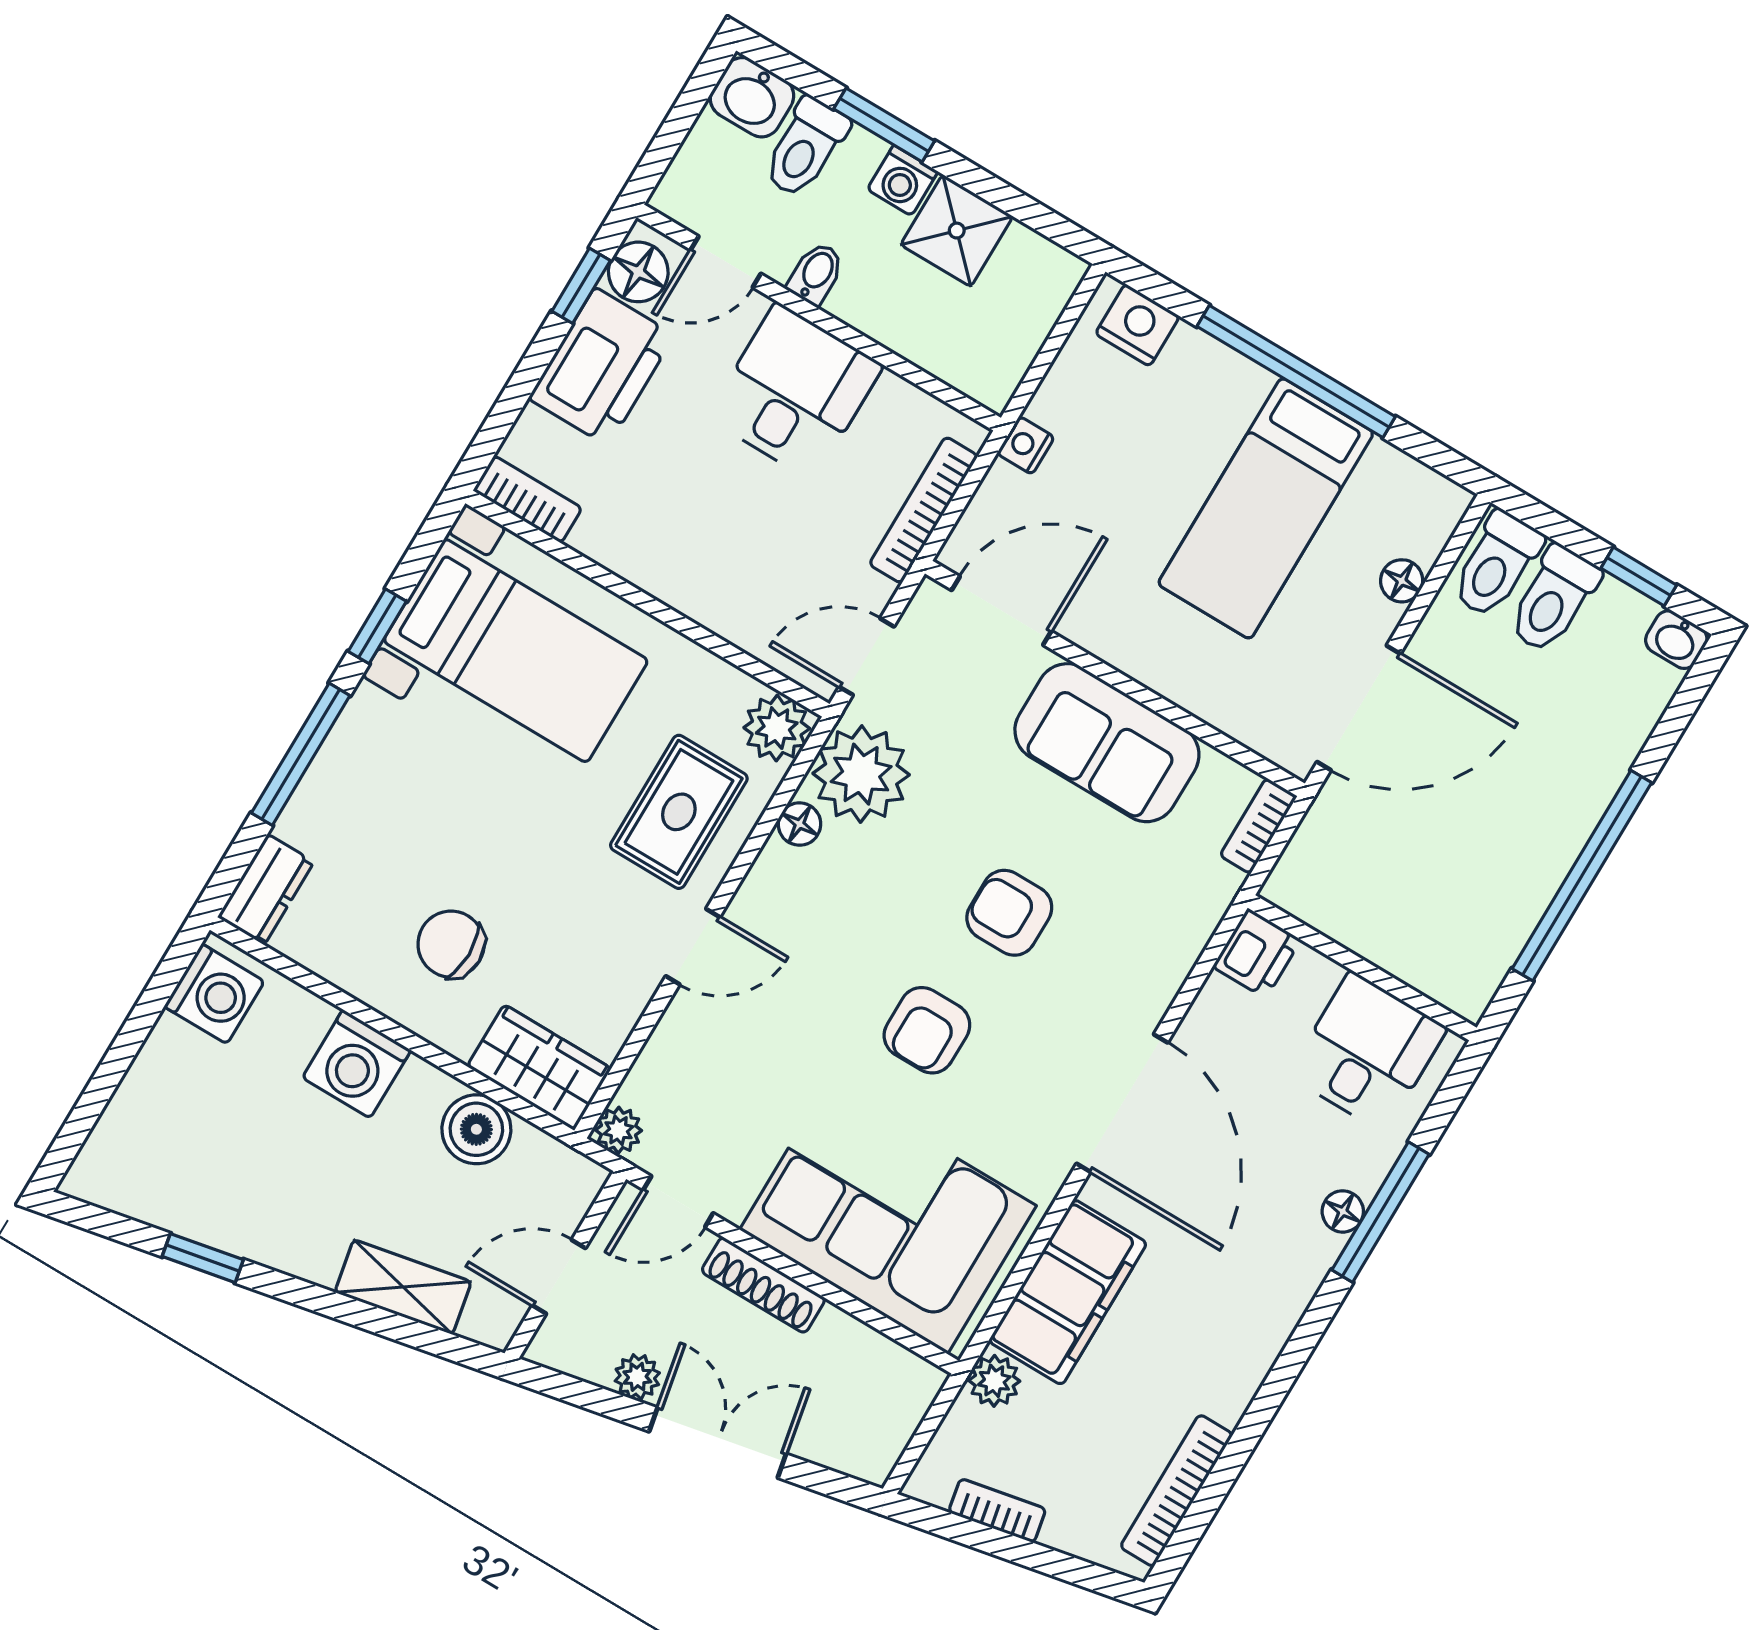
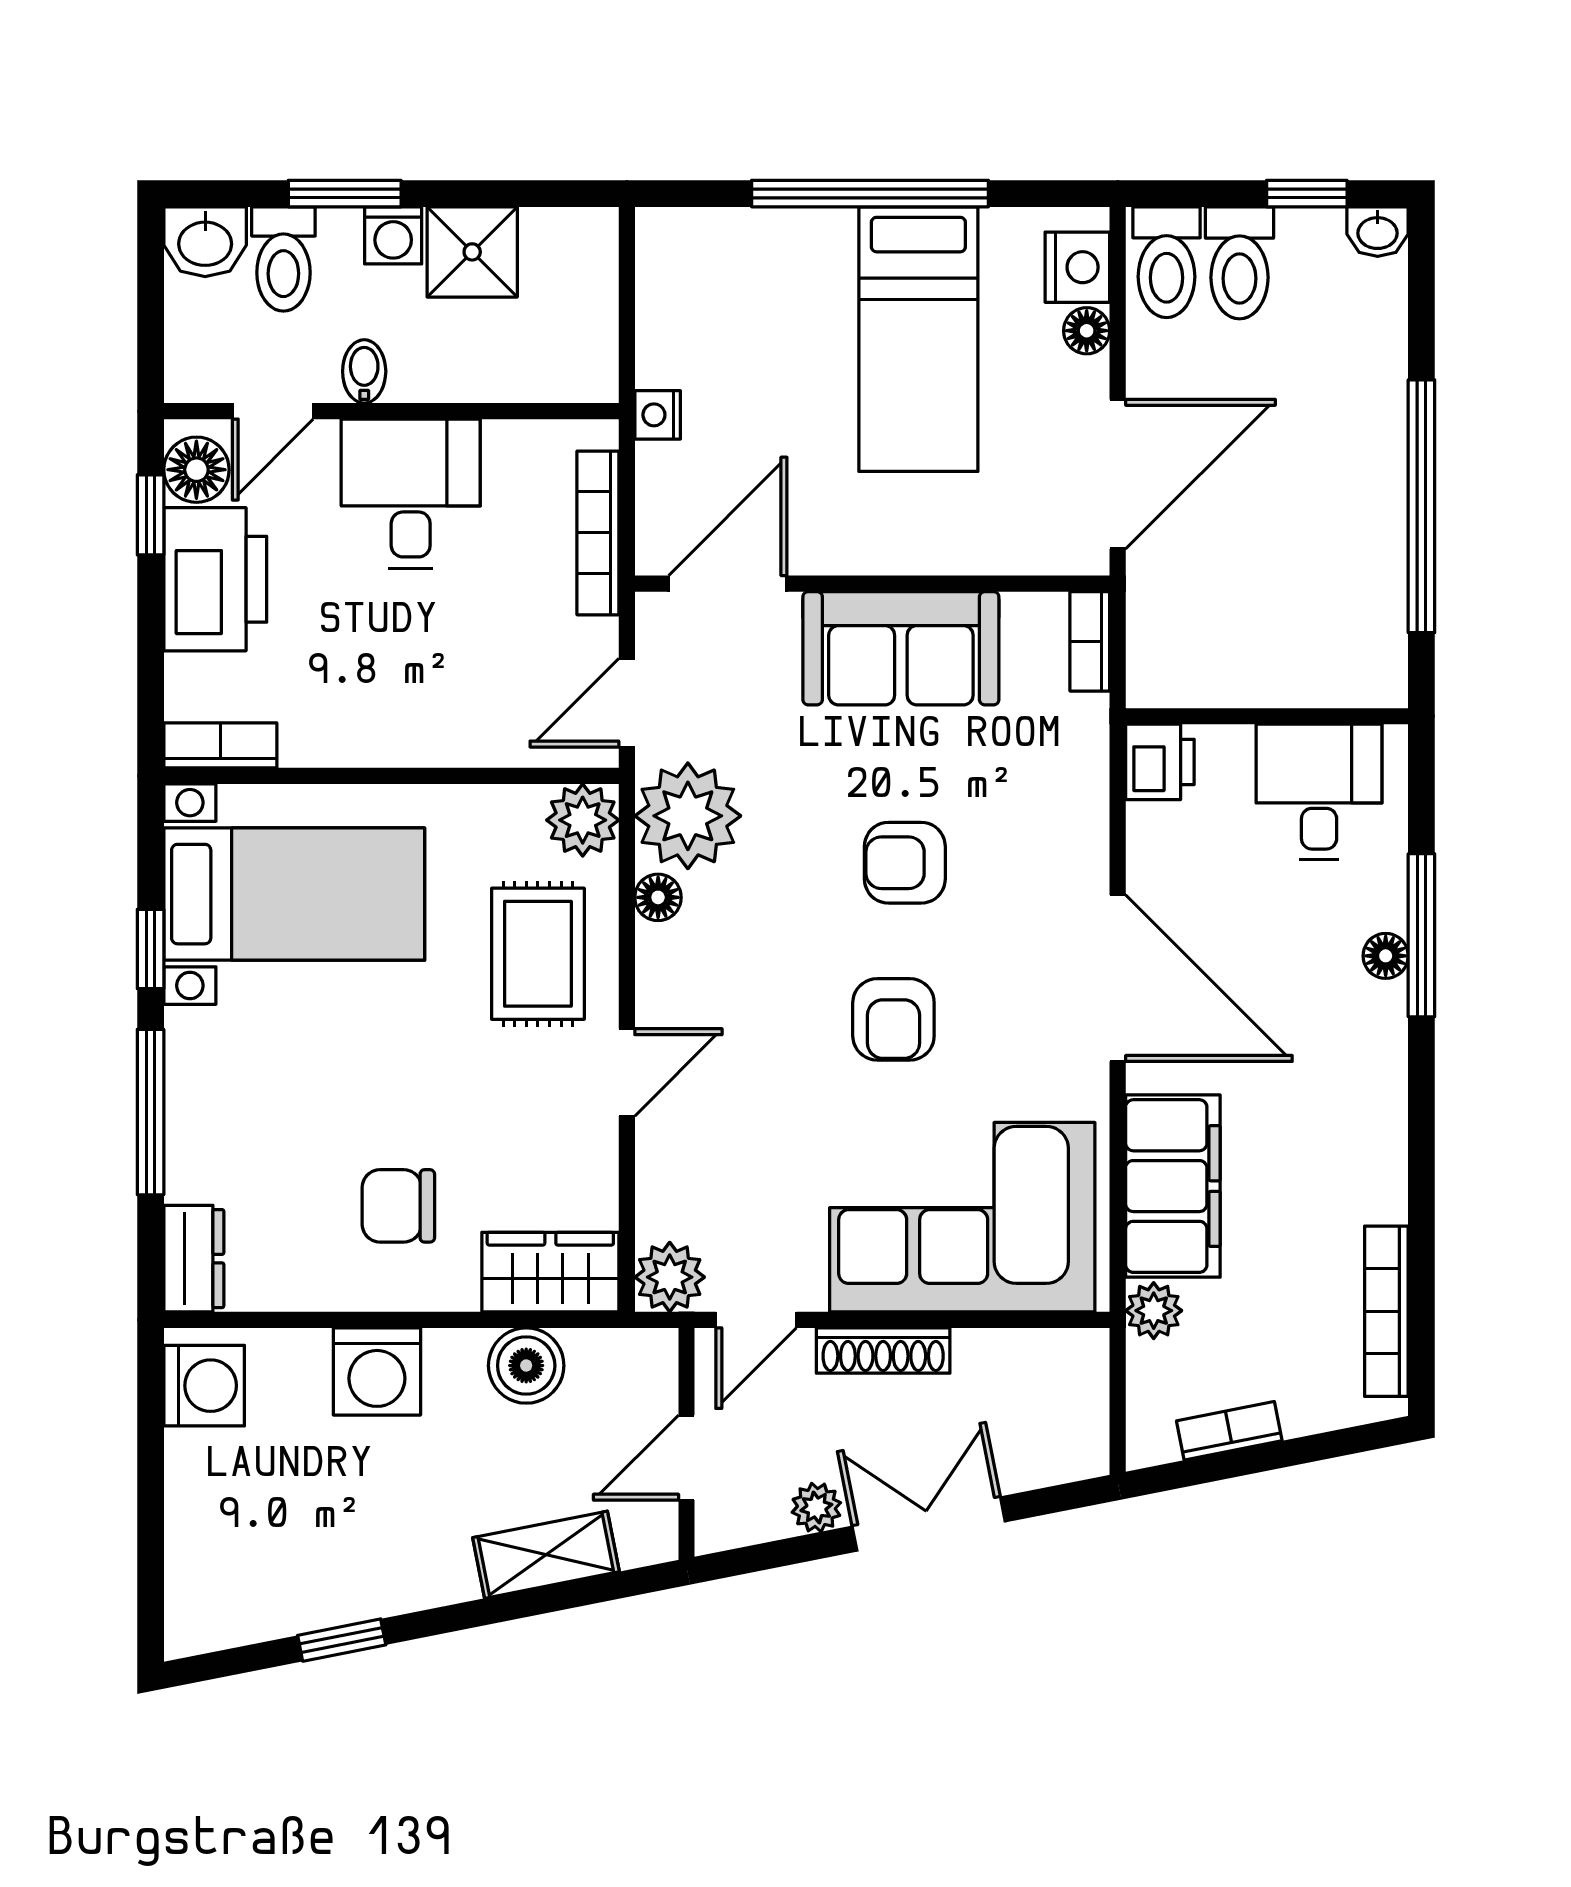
nightstand: (1137, 325) -> (1077, 267), moved, turned 90
plant: (619, 1130) -> (670, 1277), width x1.38, depth x1.38

